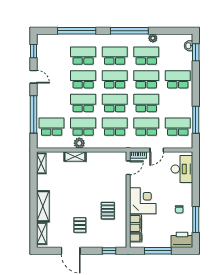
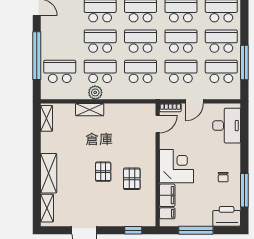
school desk: (178, 103) -> (221, 41), added
pallet: (80, 225) -> (103, 172), moved

